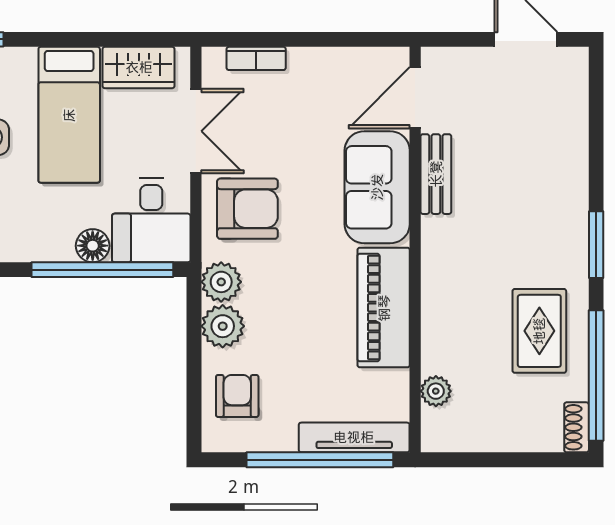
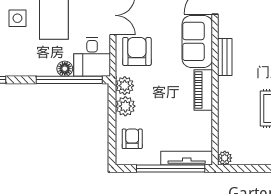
bench: (436, 174) -> (225, 57), moved
armchair: (247, 209) -> (137, 51), turned -90
piano: (384, 308) -> (203, 90), width x0.73, depth x0.75
plant: (436, 391) -> (225, 158), moved

